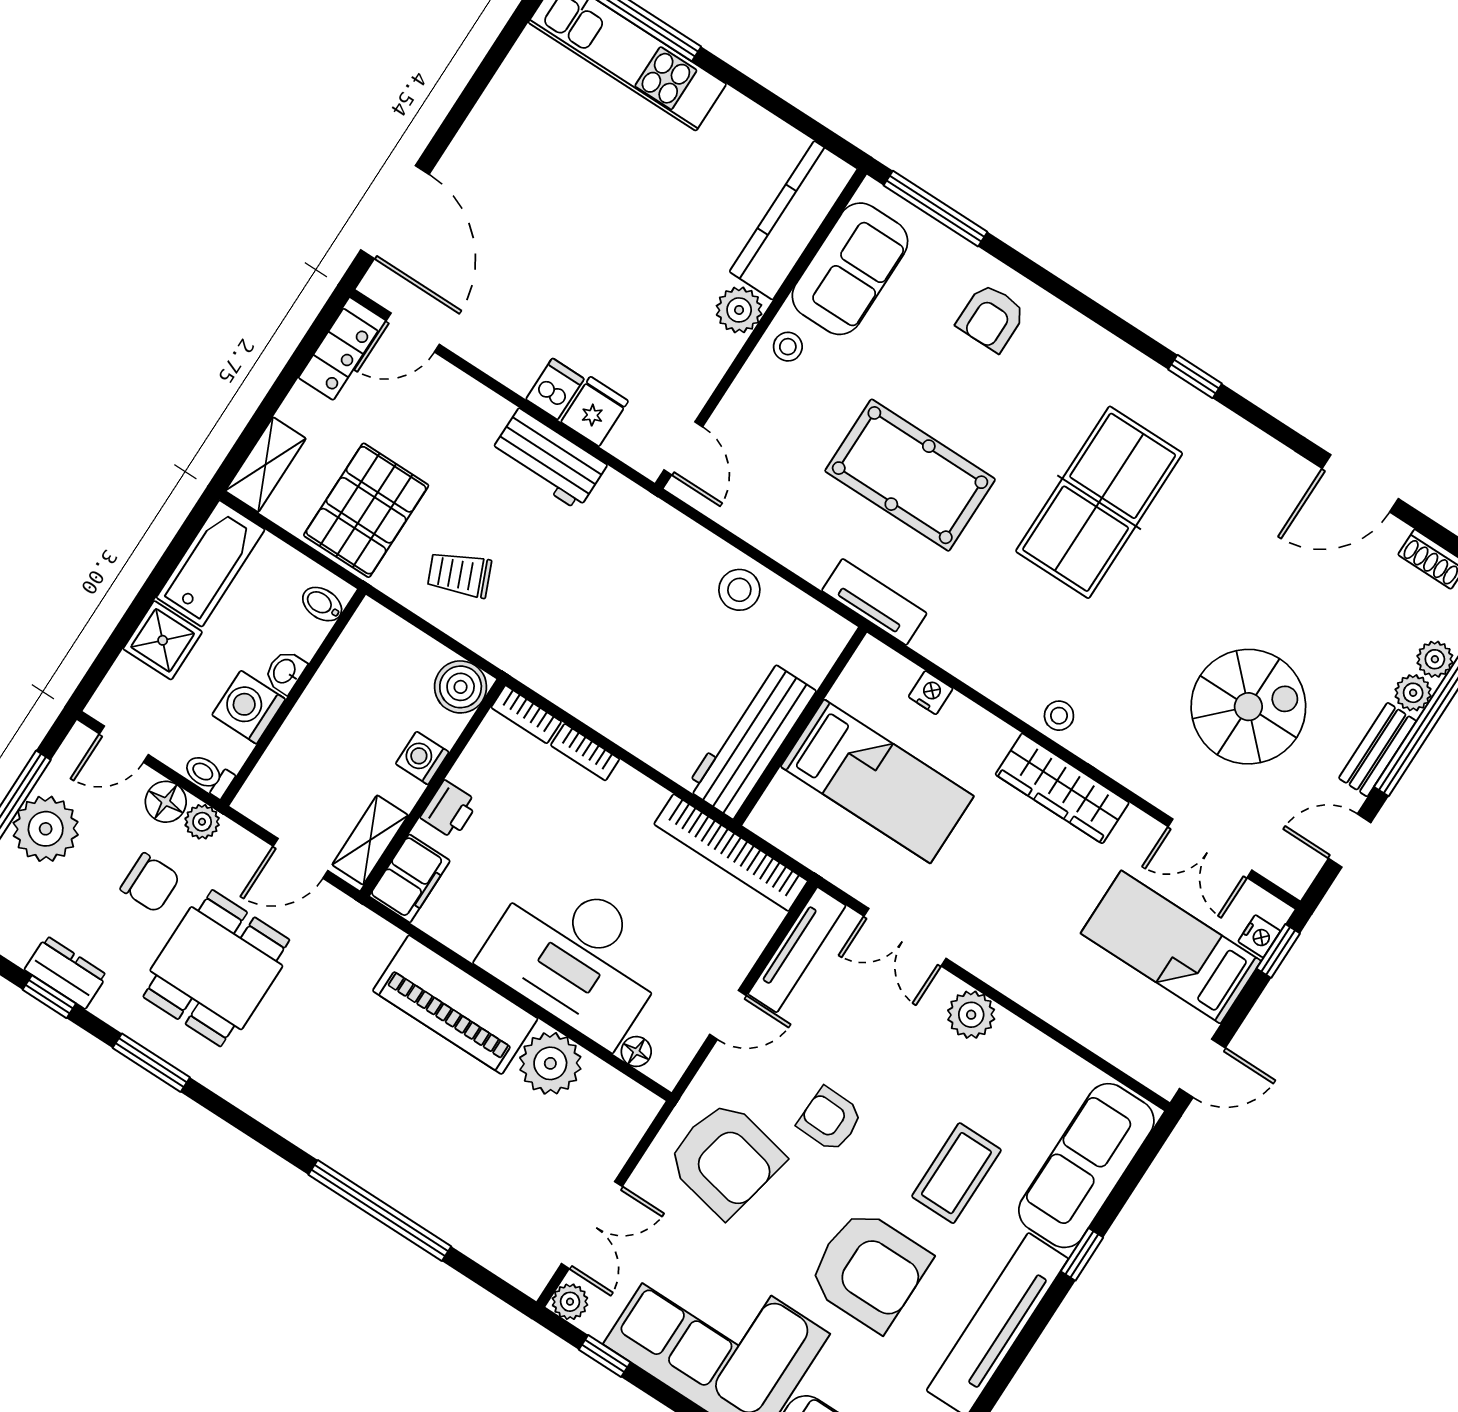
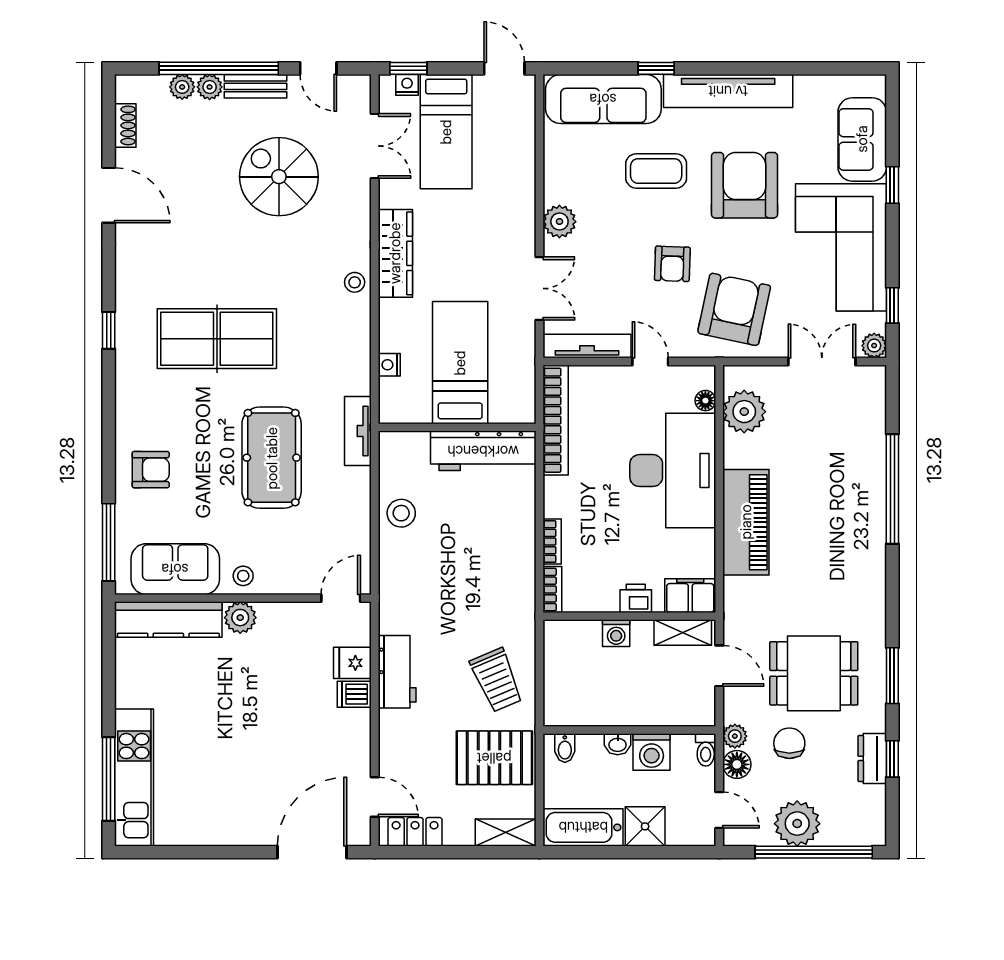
trolley: (459, 574) -> (497, 680), width x1.36, depth x1.39
boiler: (461, 687) -> (561, 638), removed
plant: (550, 1063) -> (744, 412), moved

